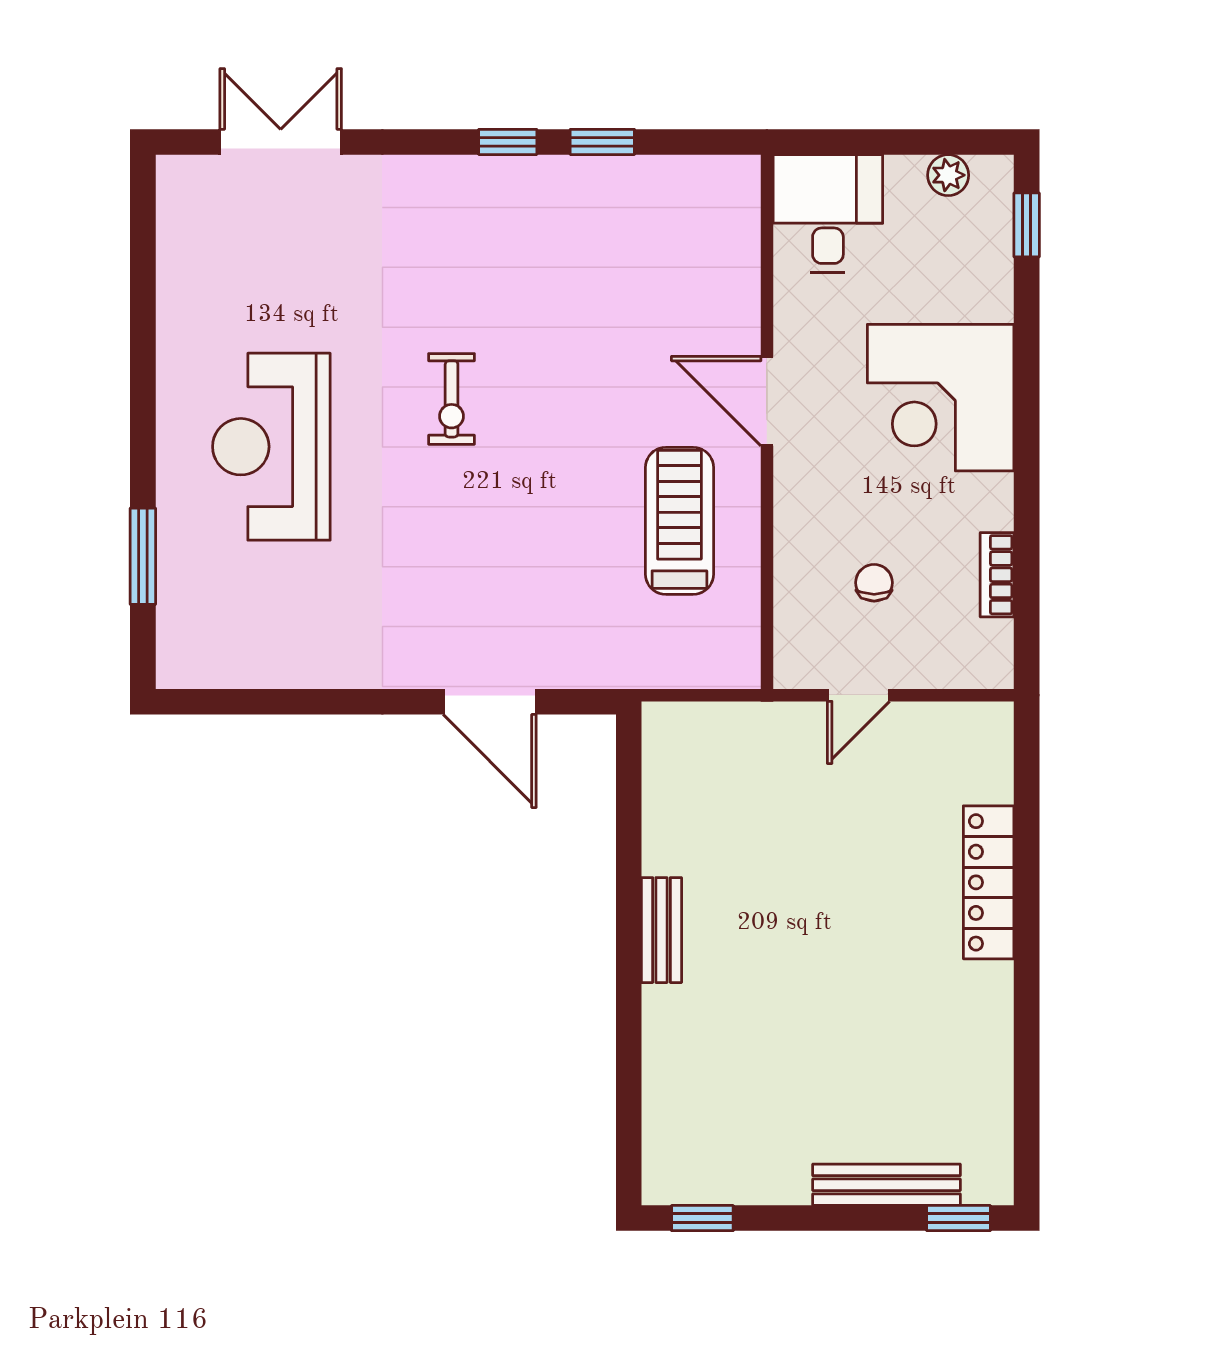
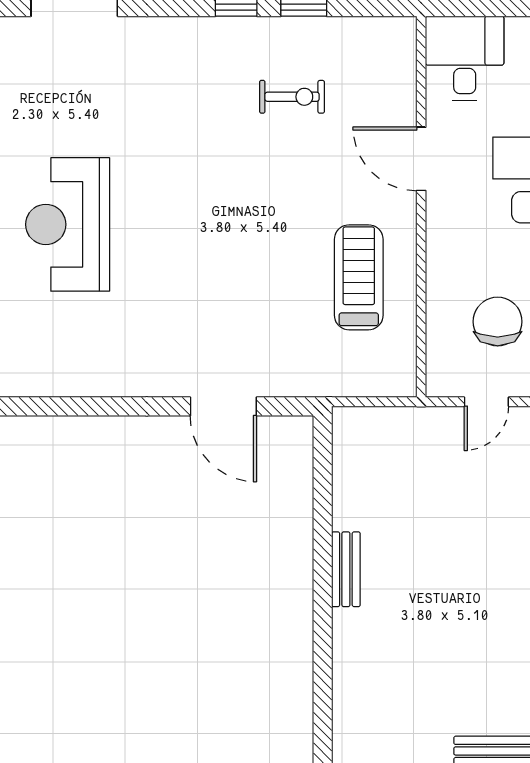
exercise bike: (452, 399) -> (292, 97), moved, turned -90
door: (767, 401) -> (421, 159), moved
chair: (874, 583) -> (498, 322), width x1.87, depth x1.87

